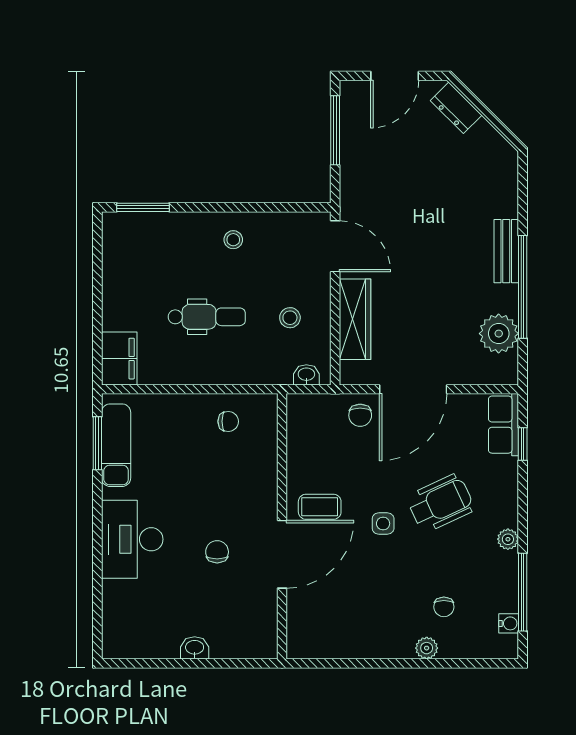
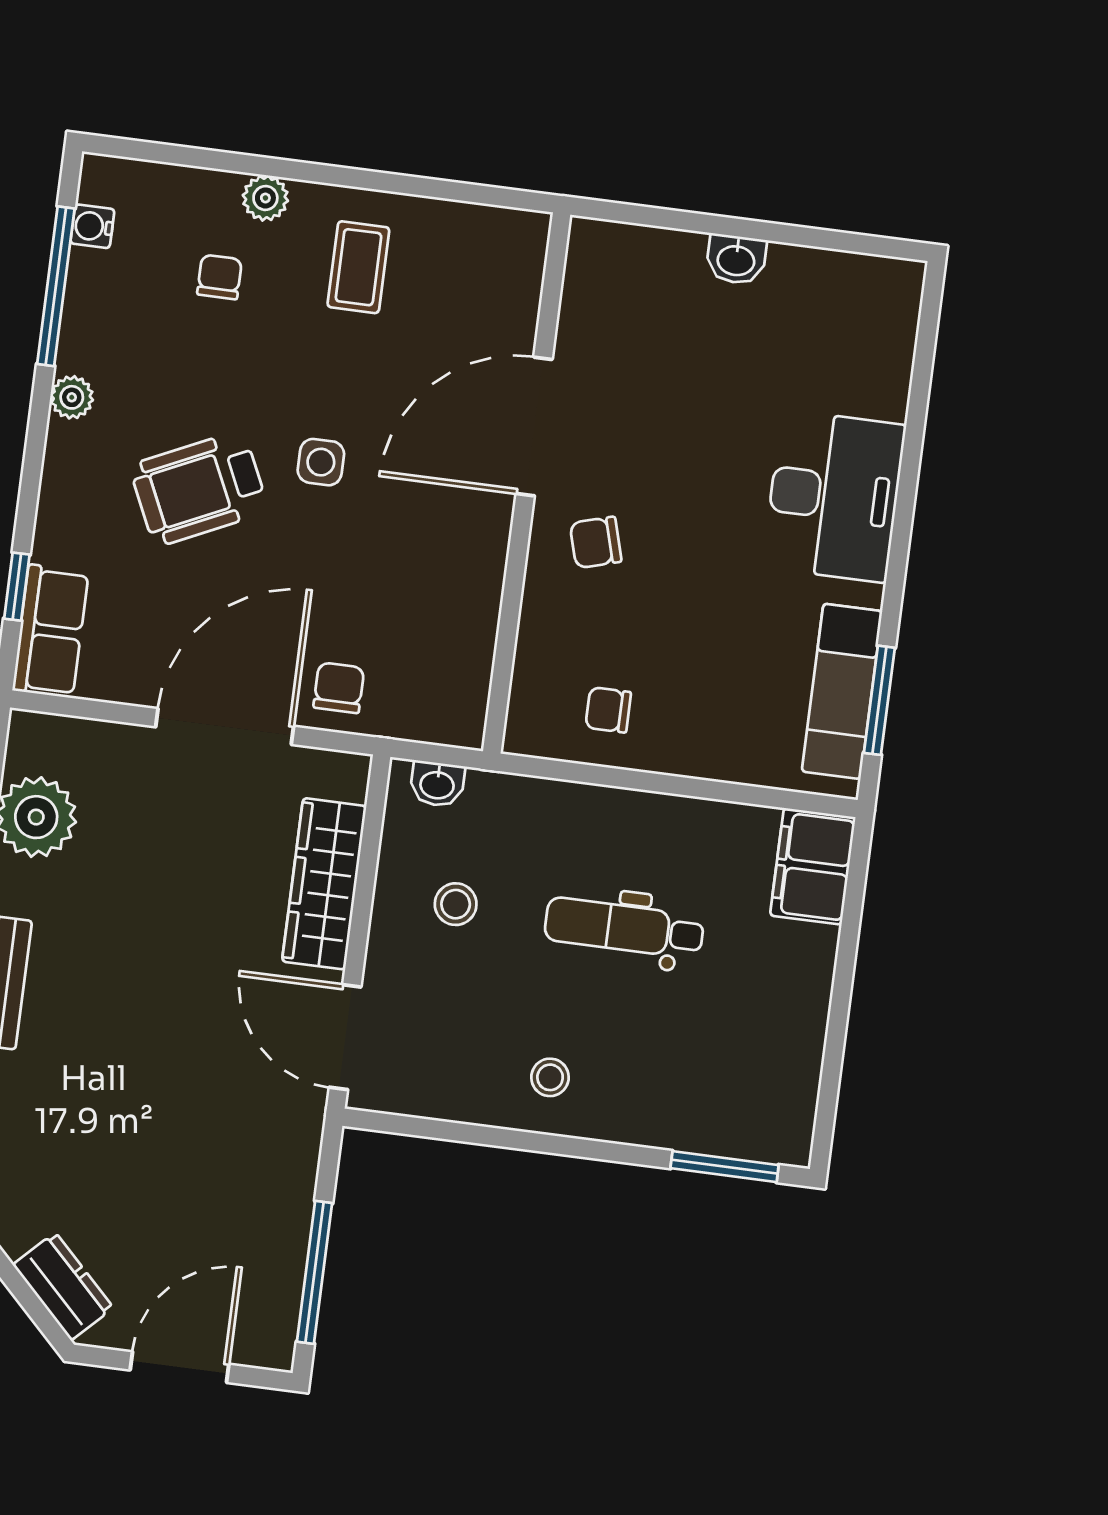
coffee table: (320, 507) -> (358, 267), moved, turned 90
chair: (217, 552) -> (596, 542), moved, turned 74

